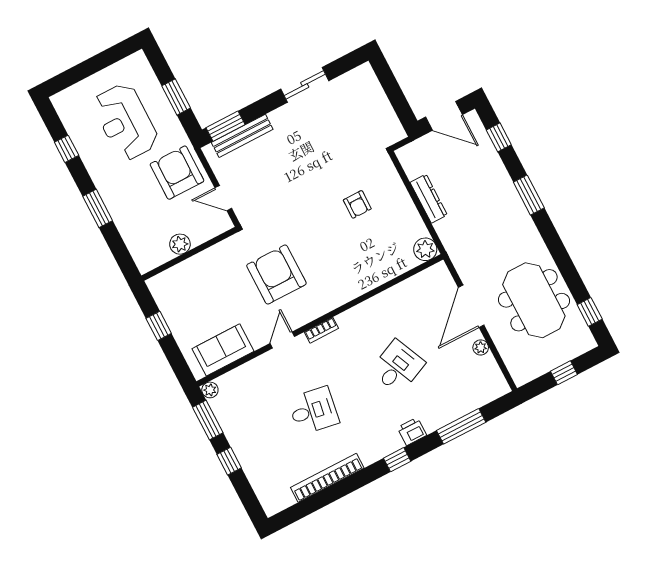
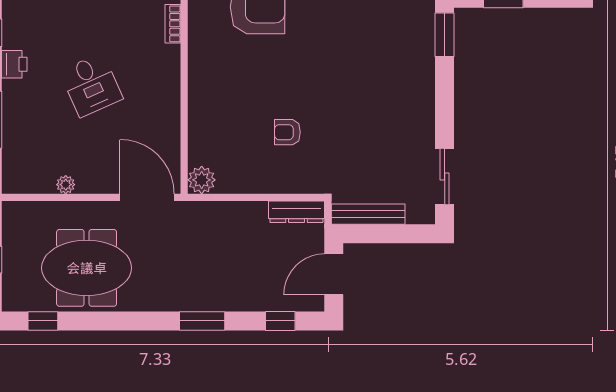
sliding door: (305, 85) -> (445, 176), moved
bench: (242, 136) -> (368, 214), moved, turned 90
dresser: (429, 199) -> (296, 212), moved
door: (471, 306) -> (147, 197), moved

